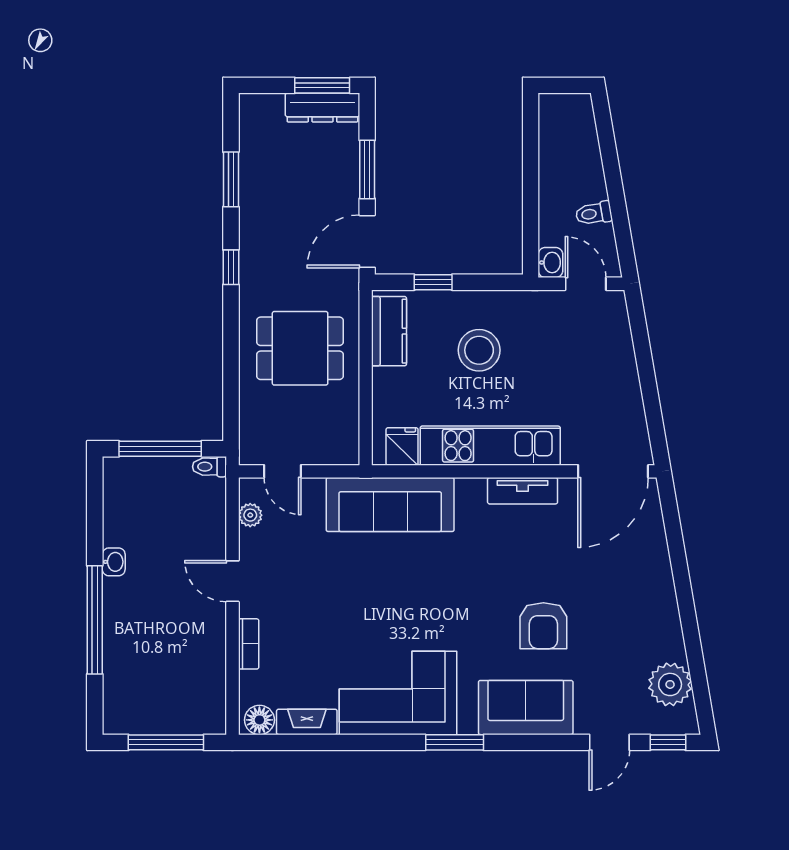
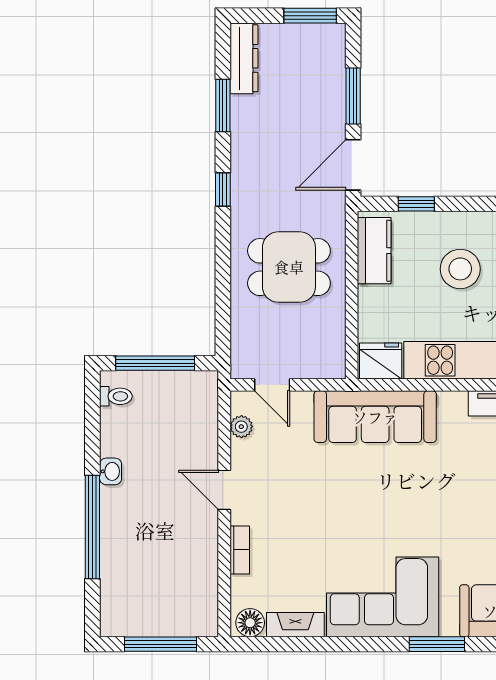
dresser: (322, 108) -> (244, 58), moved, turned -90
fridge: (402, 446) -> (381, 361), width x1.38
toilet: (209, 467) -> (116, 396), moved, turned 180

